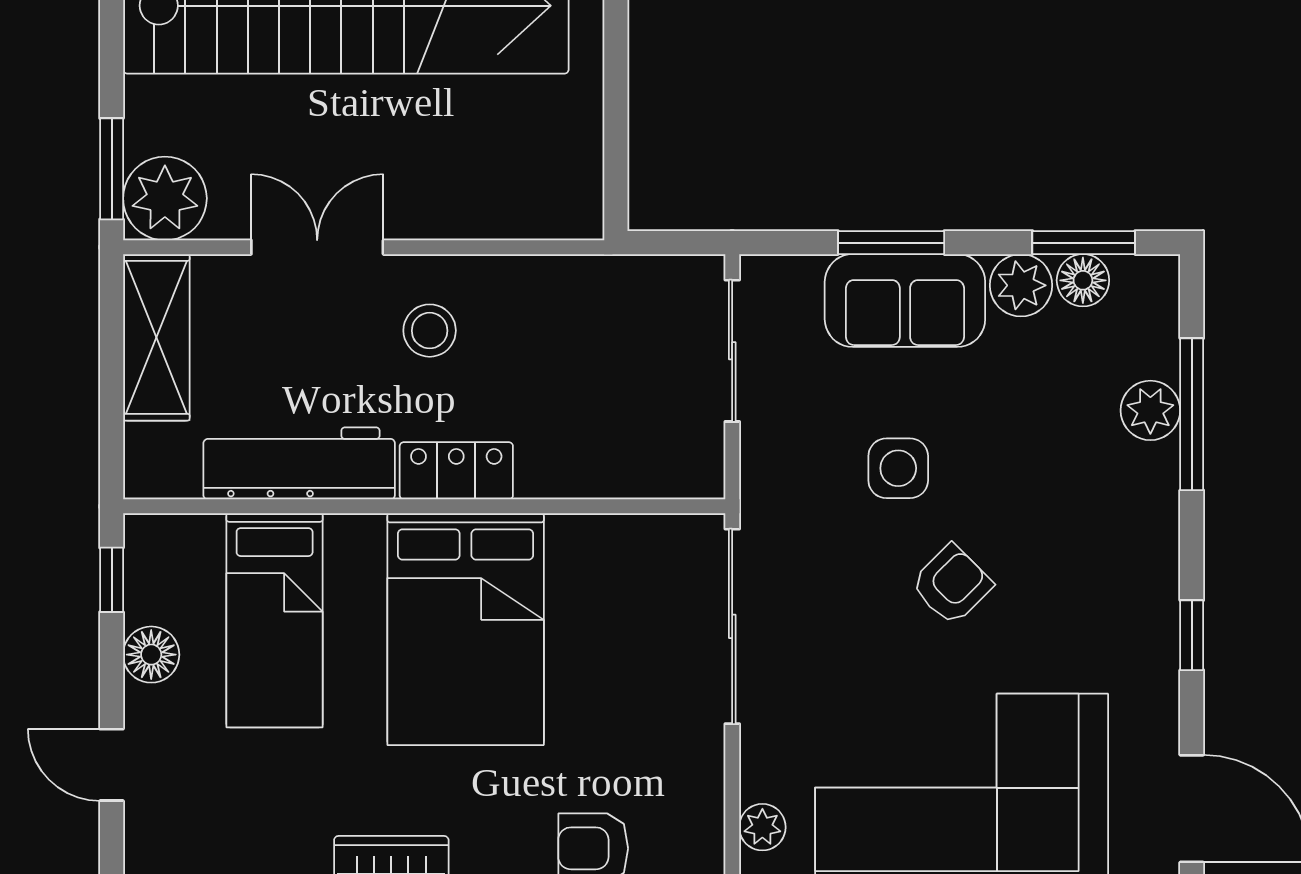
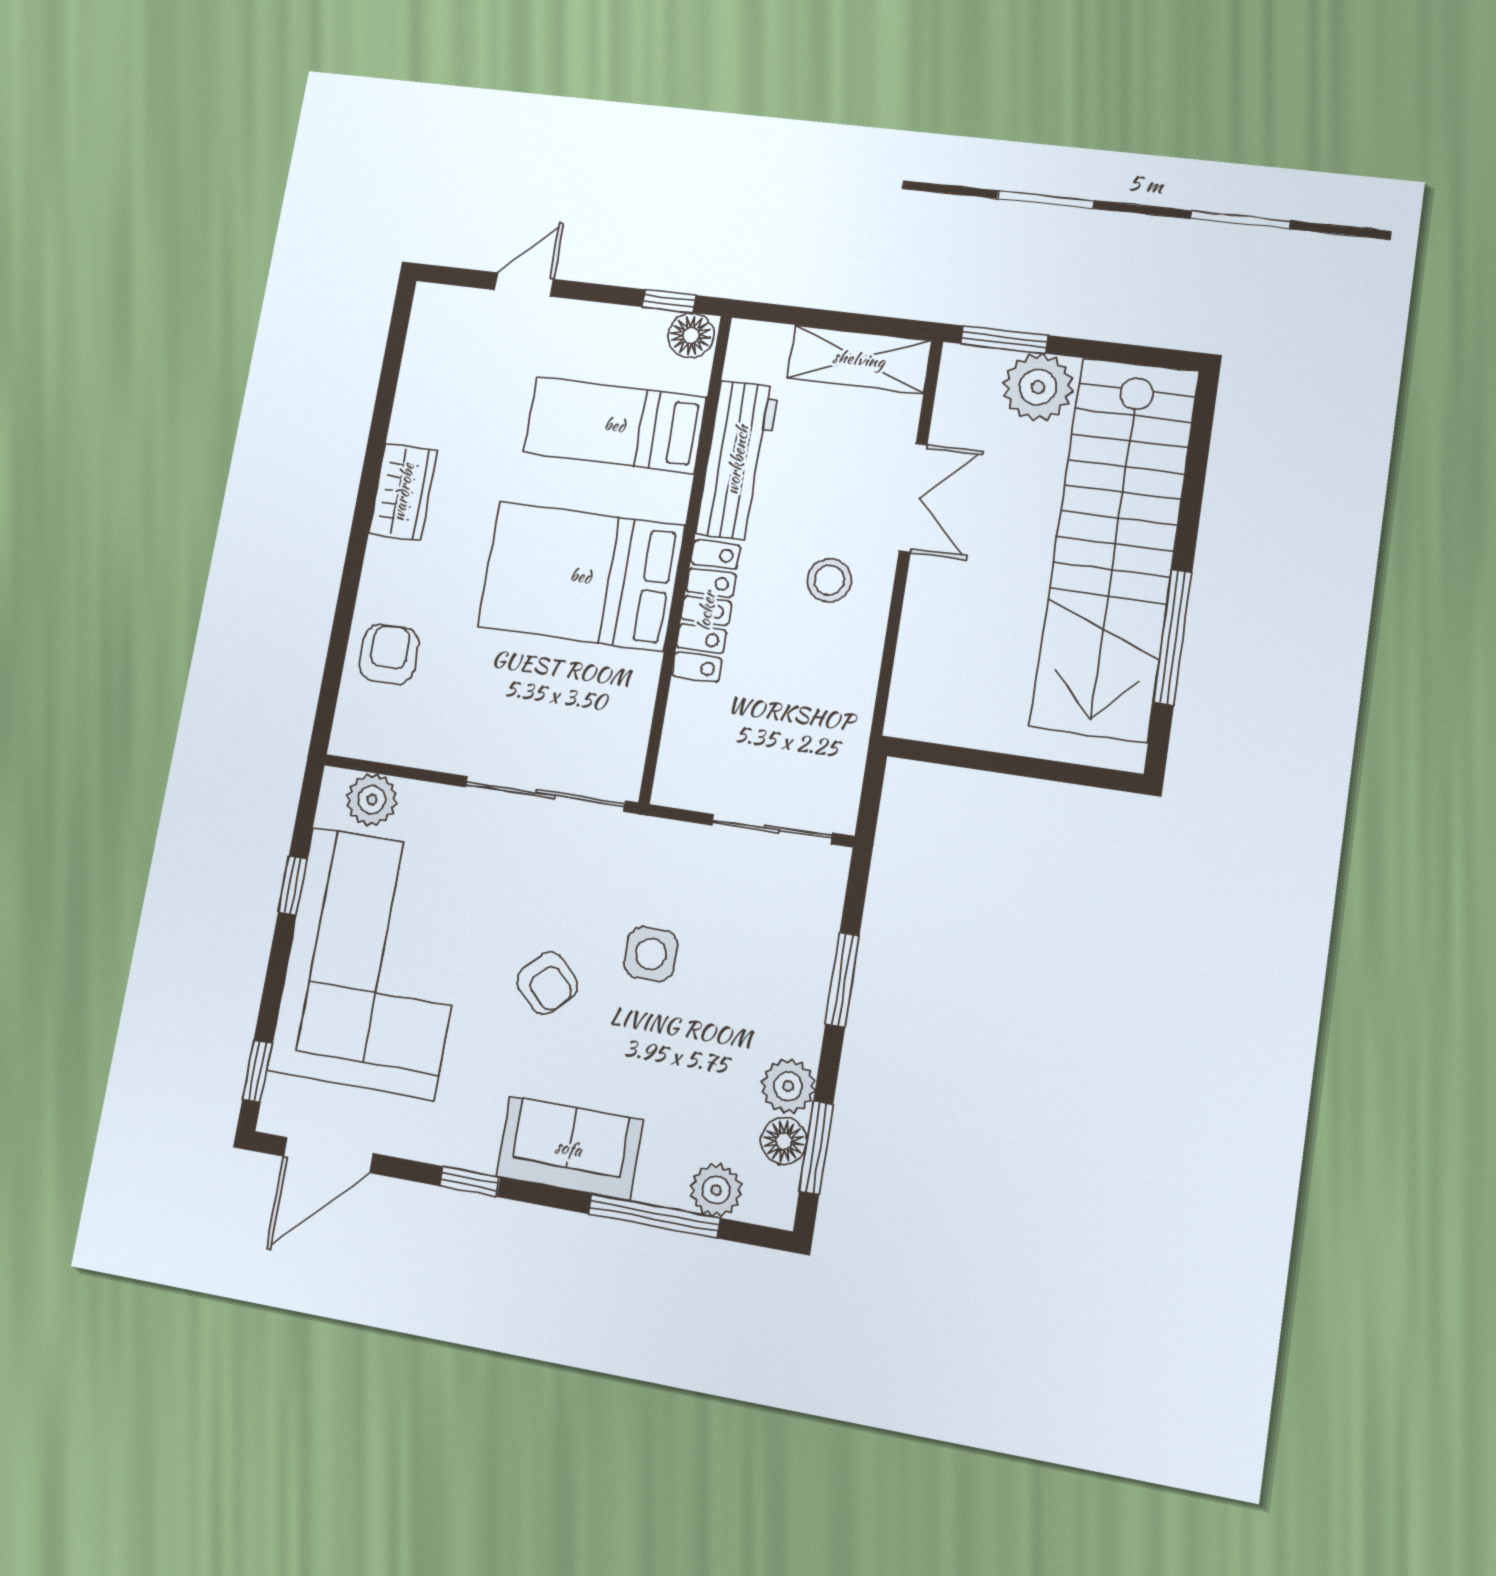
plant: (165, 198) -> (1038, 387), moved
sofa: (905, 301) -> (569, 1148), moved, turned 90
plant: (1150, 410) -> (716, 1190), moved
locker: (456, 471) -> (706, 611), width x1.53
floor lamp: (151, 655) -> (691, 335), moved
plant: (762, 827) -> (372, 800), width x1.38, depth x1.38

